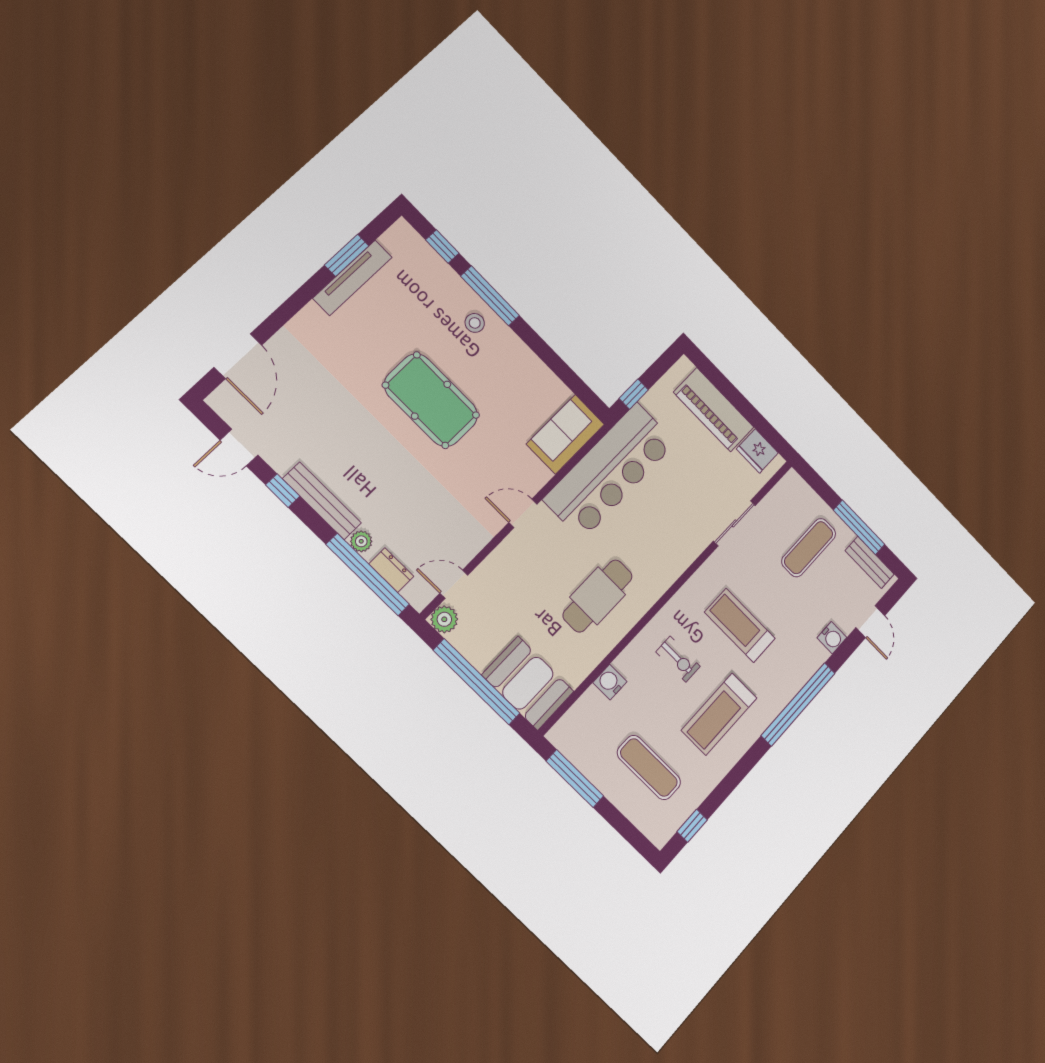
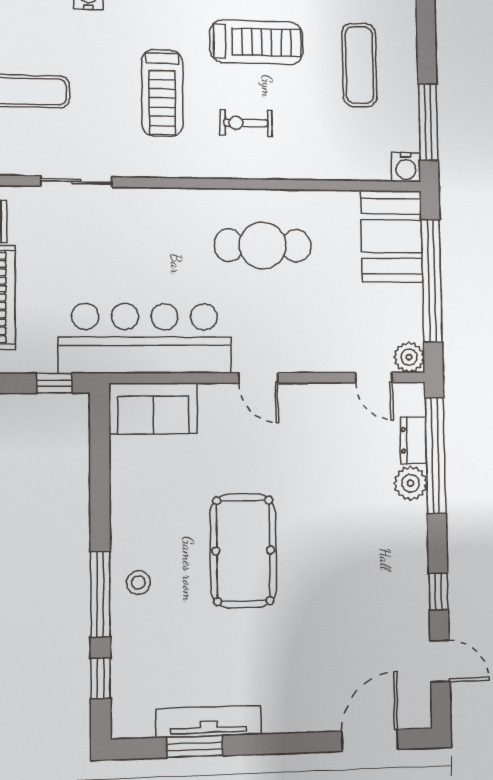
bench: (322, 501) -> (415, 552), removed
plant: (361, 541) -> (410, 483), width x1.38, depth x1.38
exercise bike: (678, 659) -> (246, 123), turned -90
water cooler: (610, 682) -> (406, 167), moved

